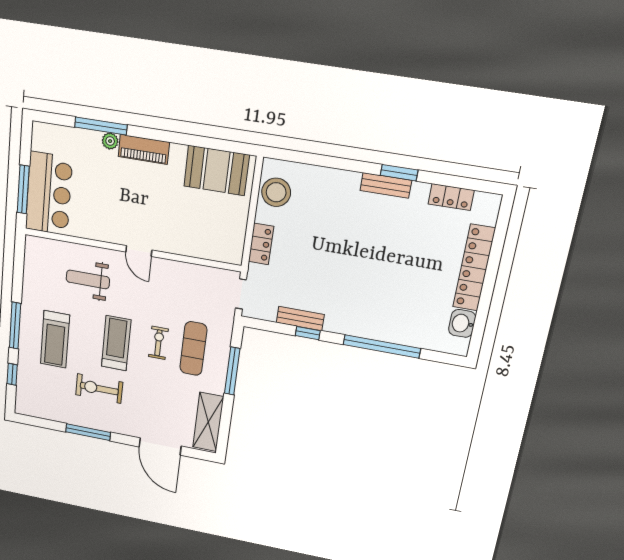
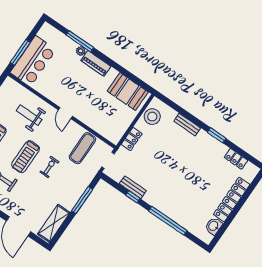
bench: (386, 185) -> (187, 125), moved
treadmill: (116, 343) -> (26, 157), turned 180
exercise mat: (193, 349) -> (82, 148), moved

